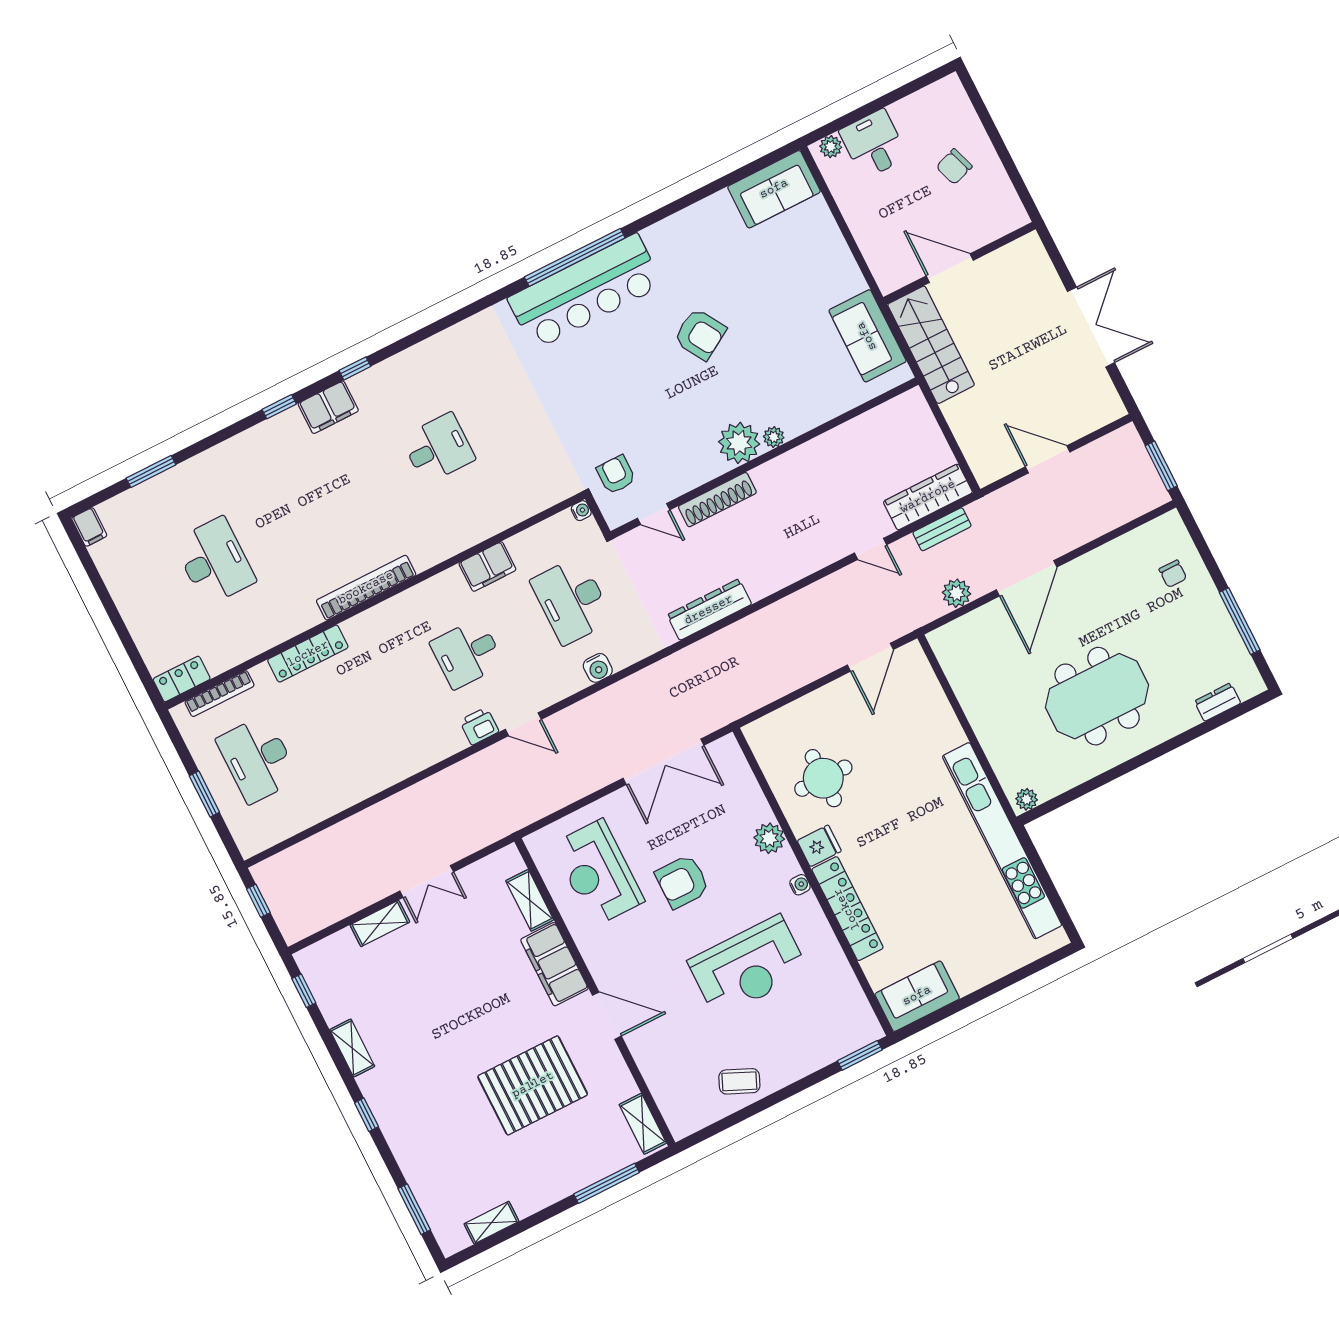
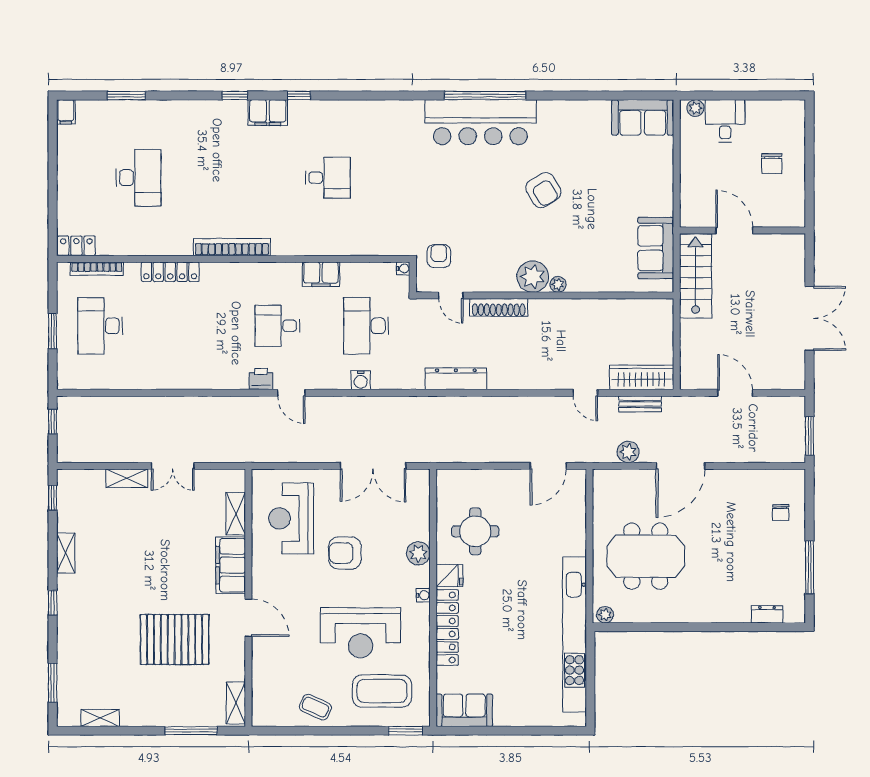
chair: (954, 167) -> (772, 164), turned -71
meeting table: (1097, 696) -> (646, 556), moved
coffee table: (808, 1022) -> (382, 691), added

